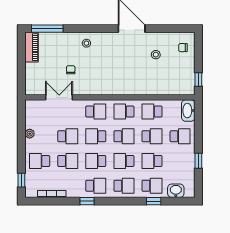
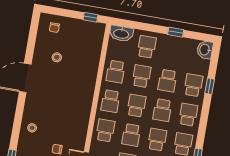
school desk: (96, 161) -> (157, 140), turned 180
washbasin: (176, 191) -> (205, 50), moved

